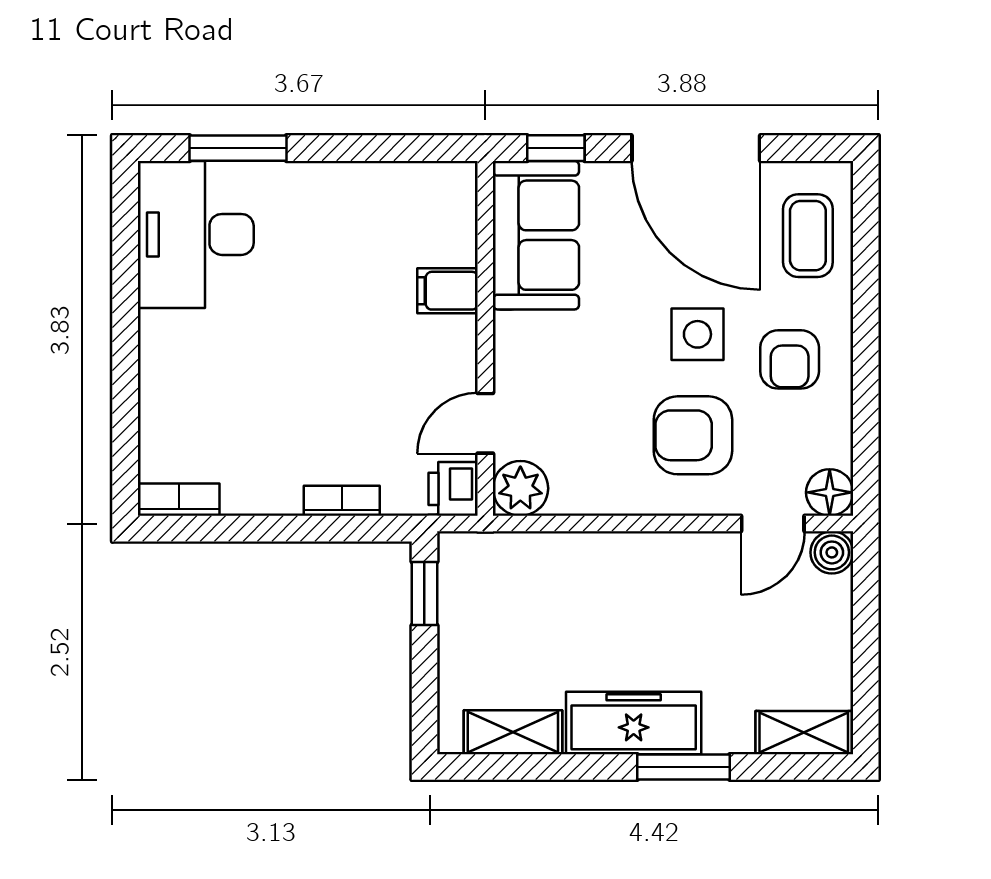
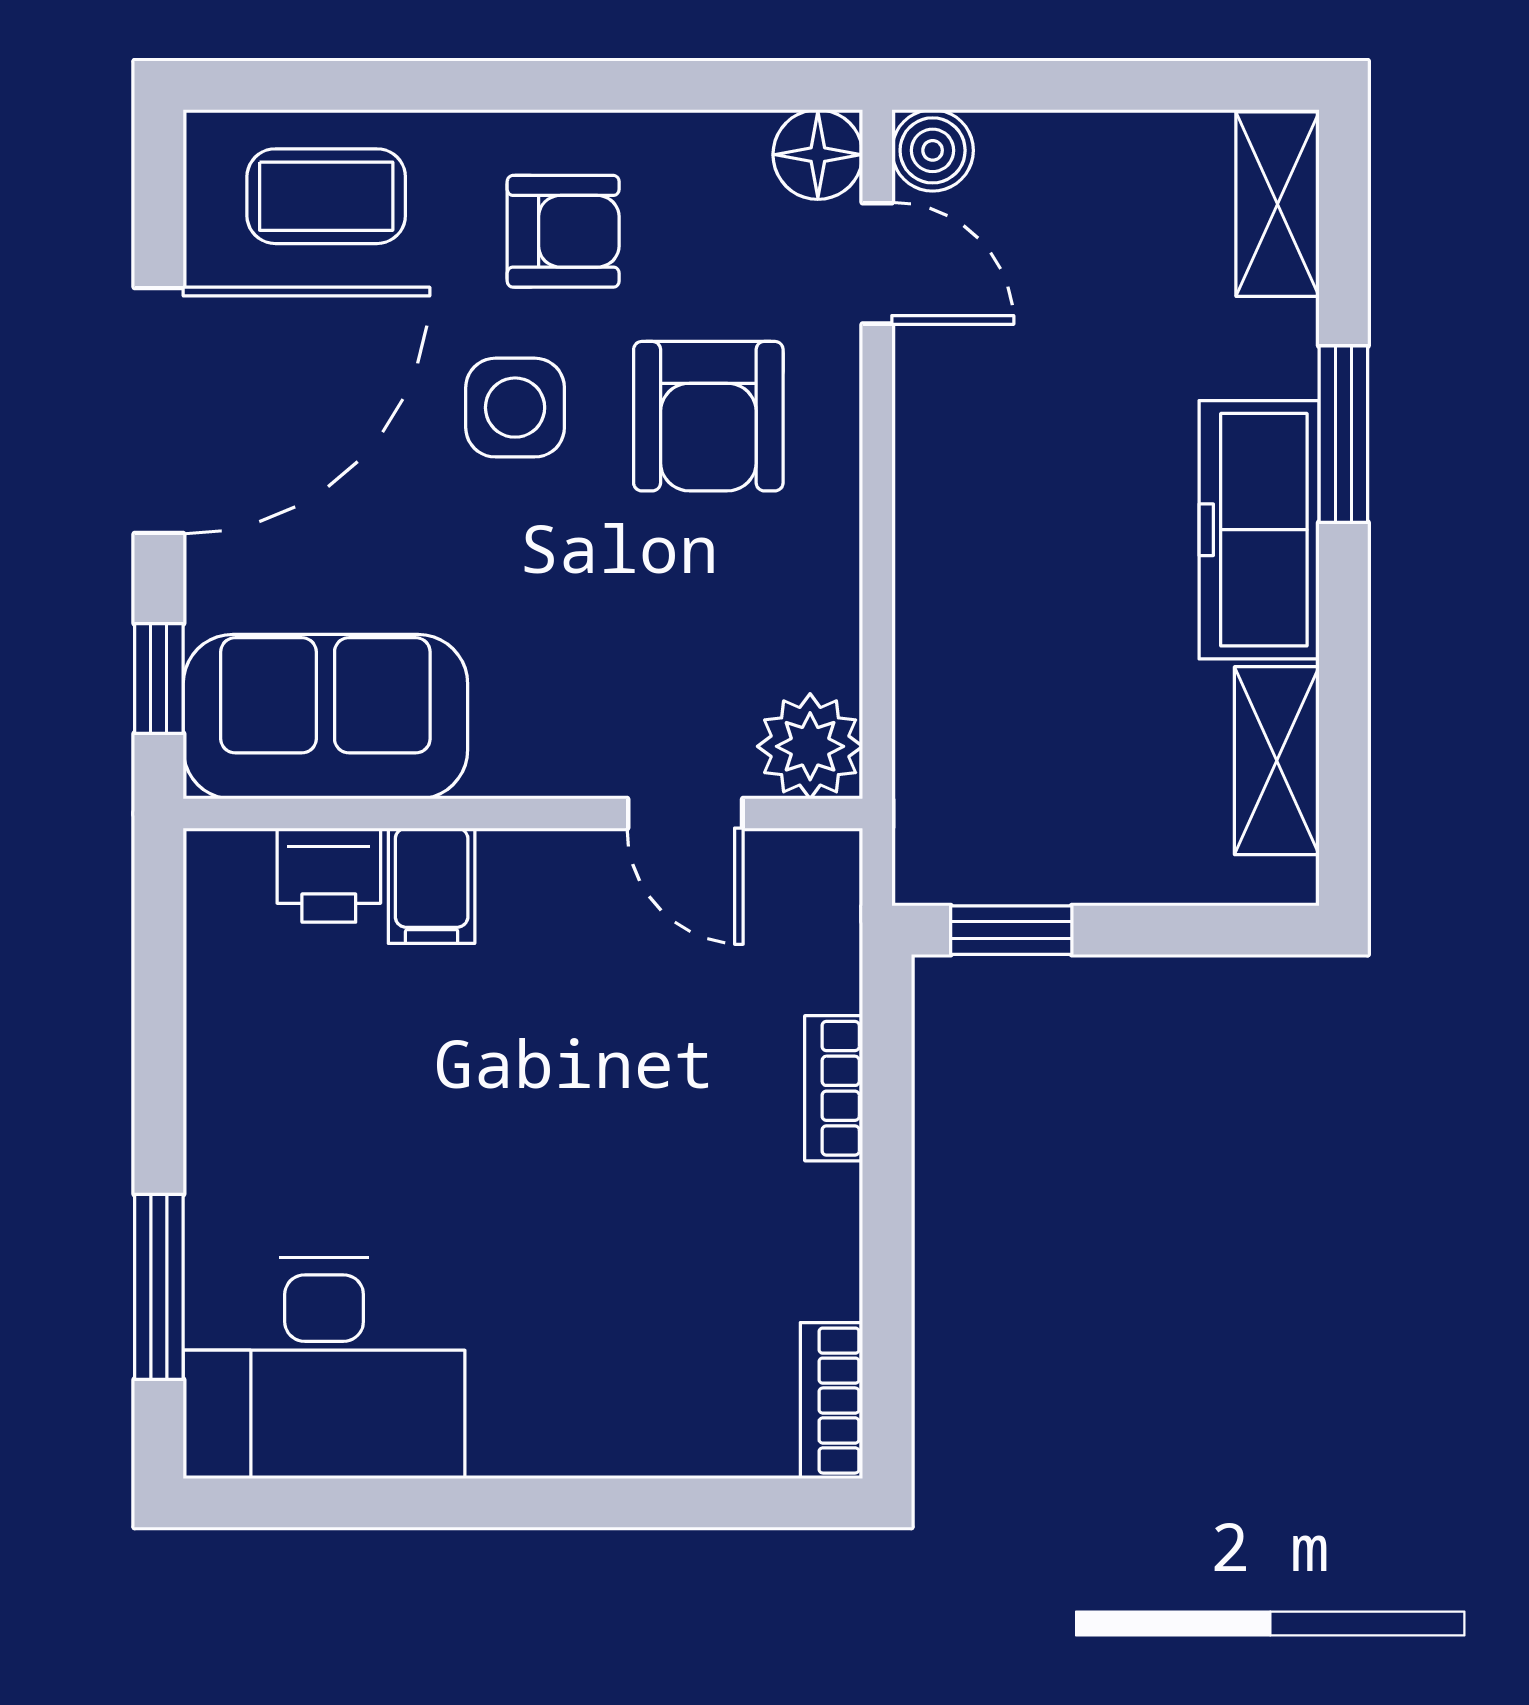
printer: (453, 489) -> (329, 875), moved

